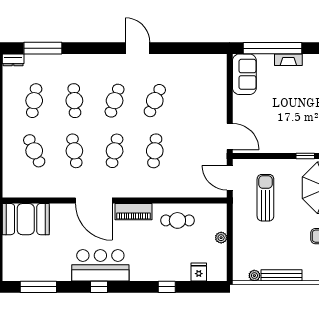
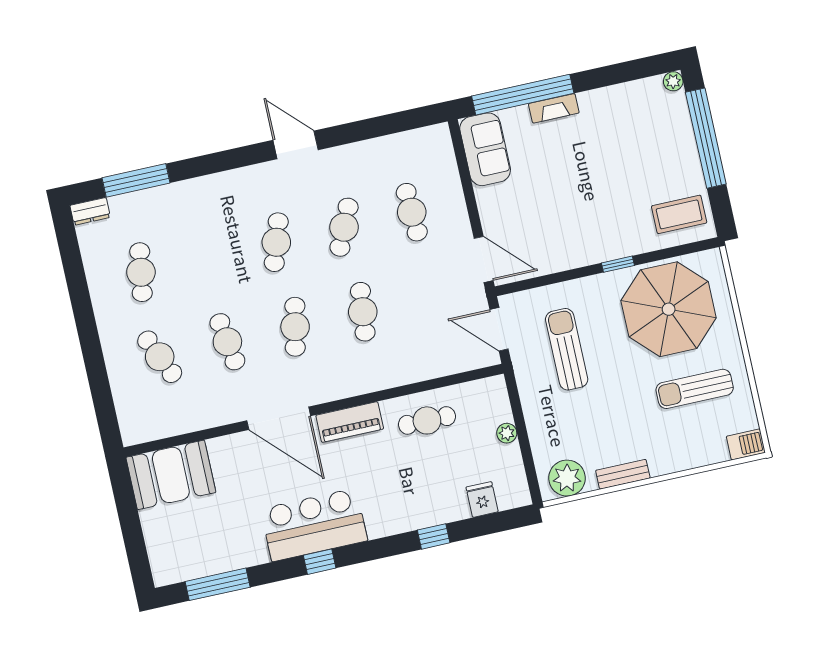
cafe table: (74, 101) -> (412, 212), moved
bench: (282, 275) -> (623, 474), width x0.73
plant: (254, 276) -> (567, 478), width x1.87, depth x1.87

